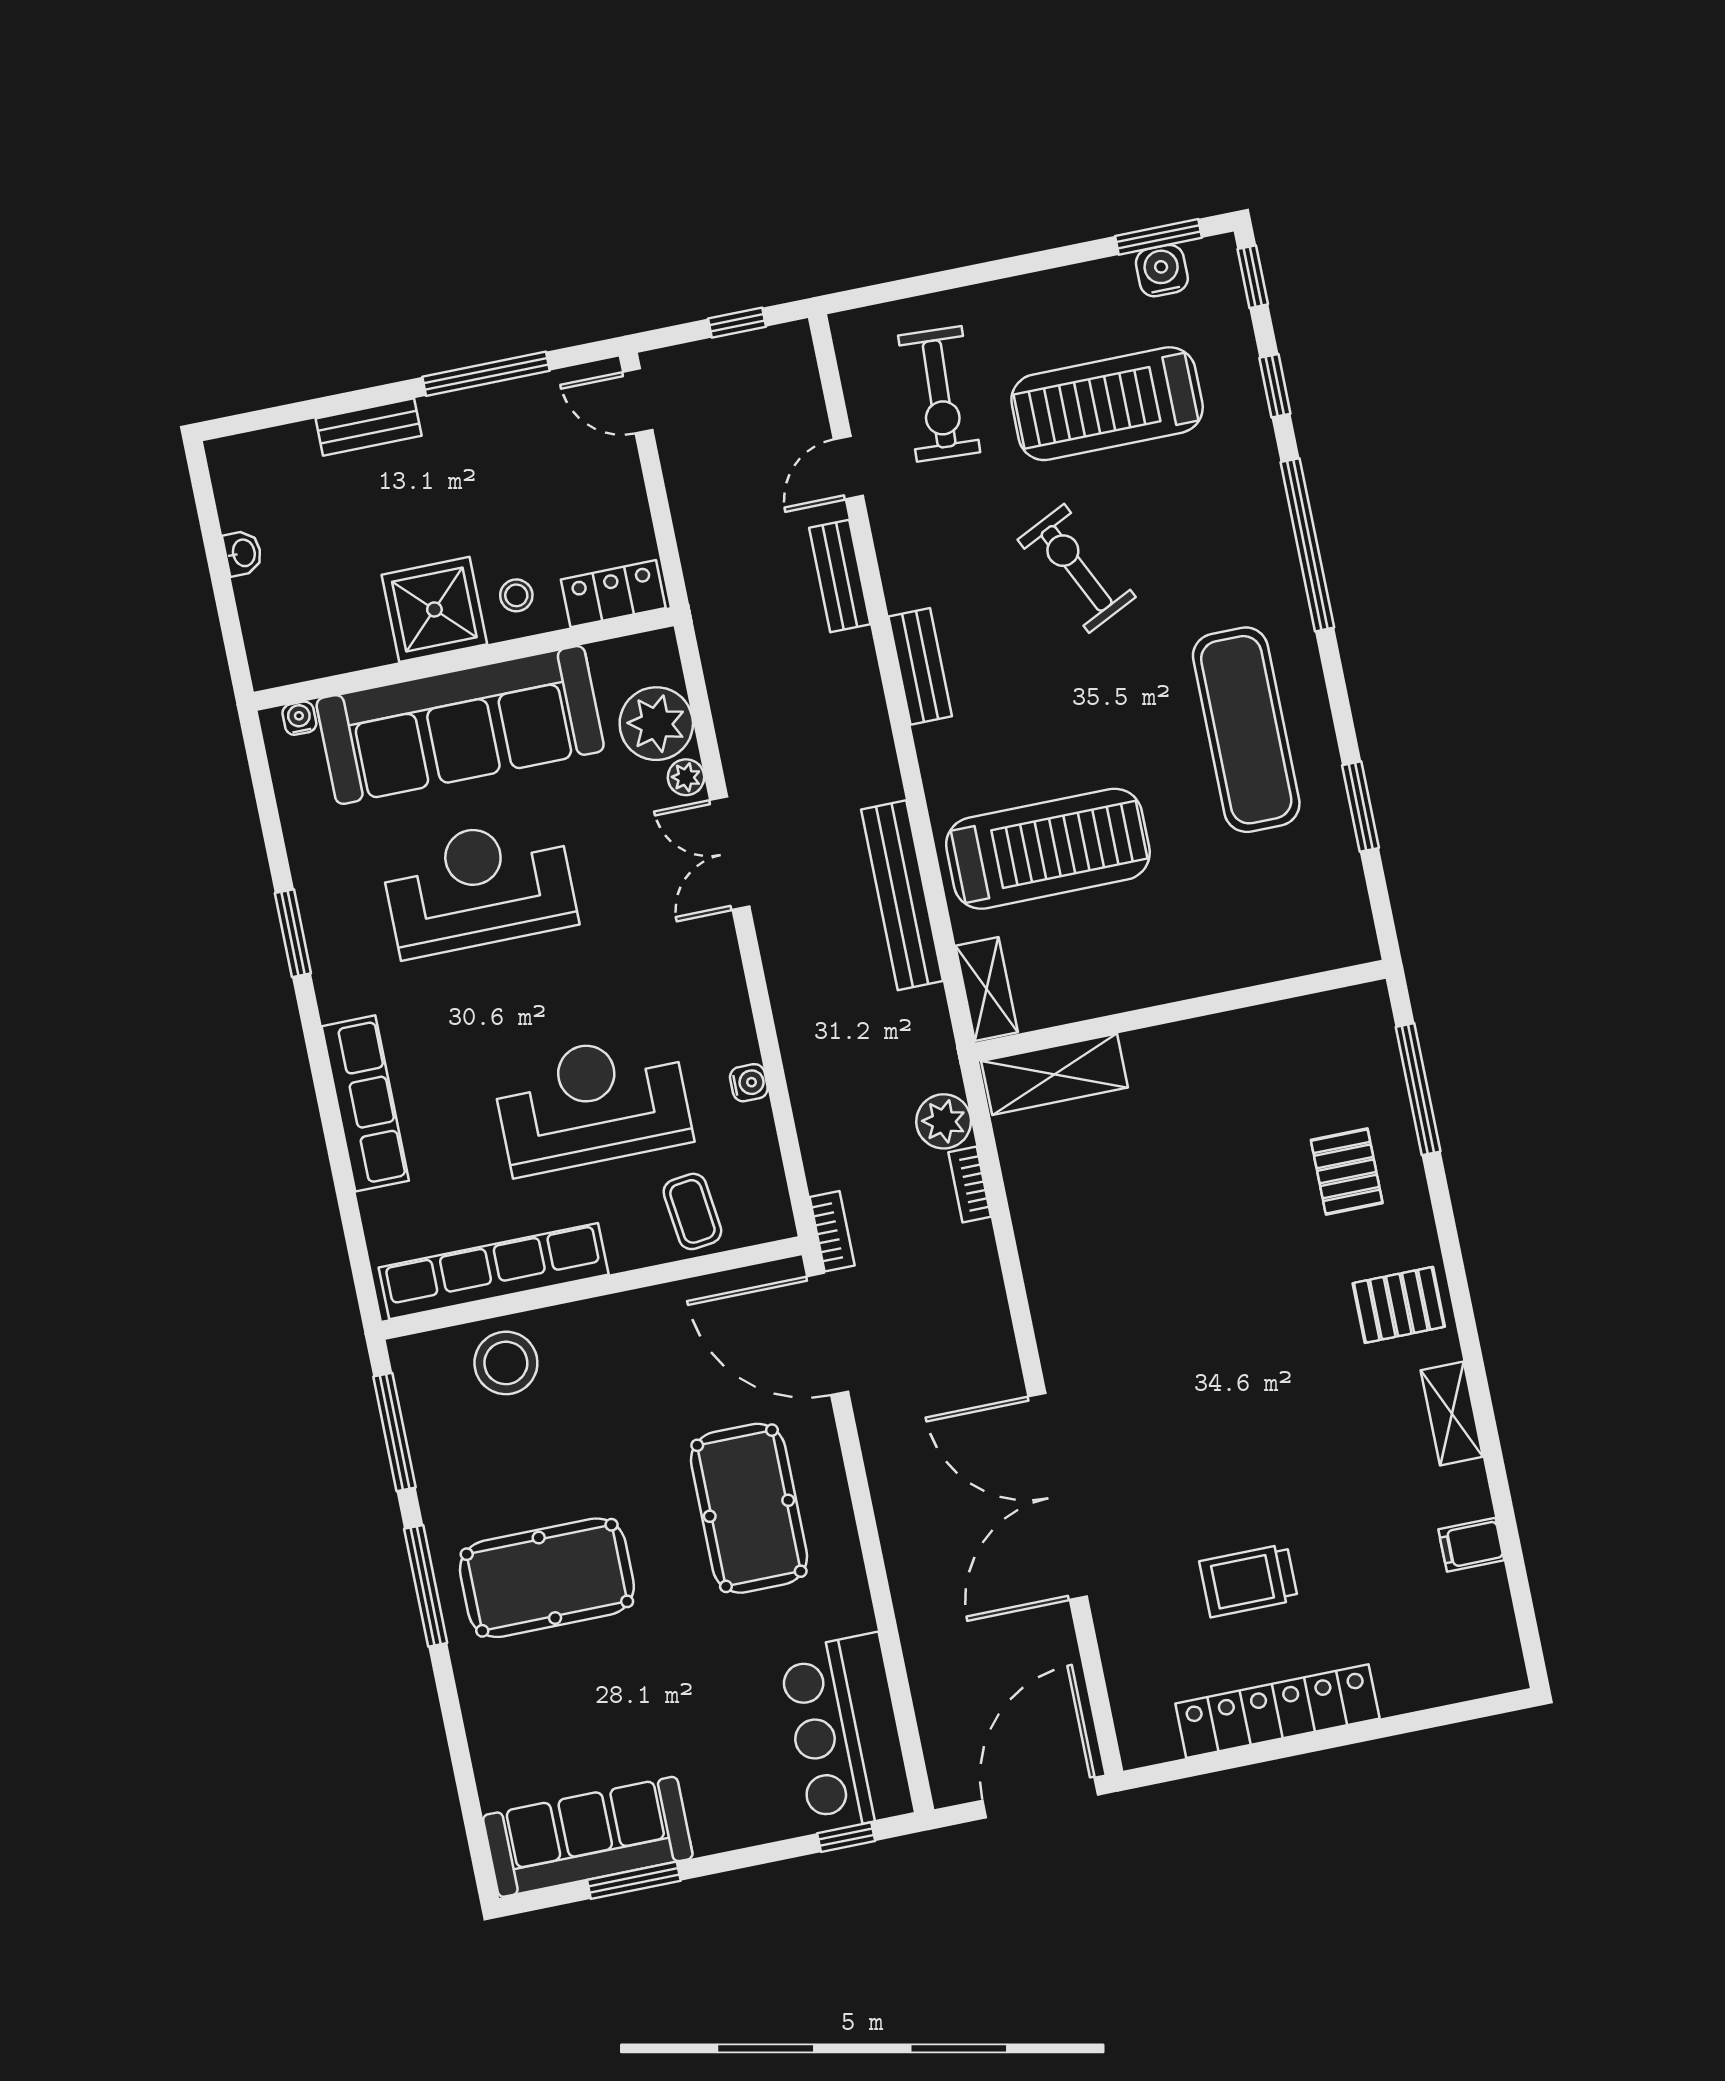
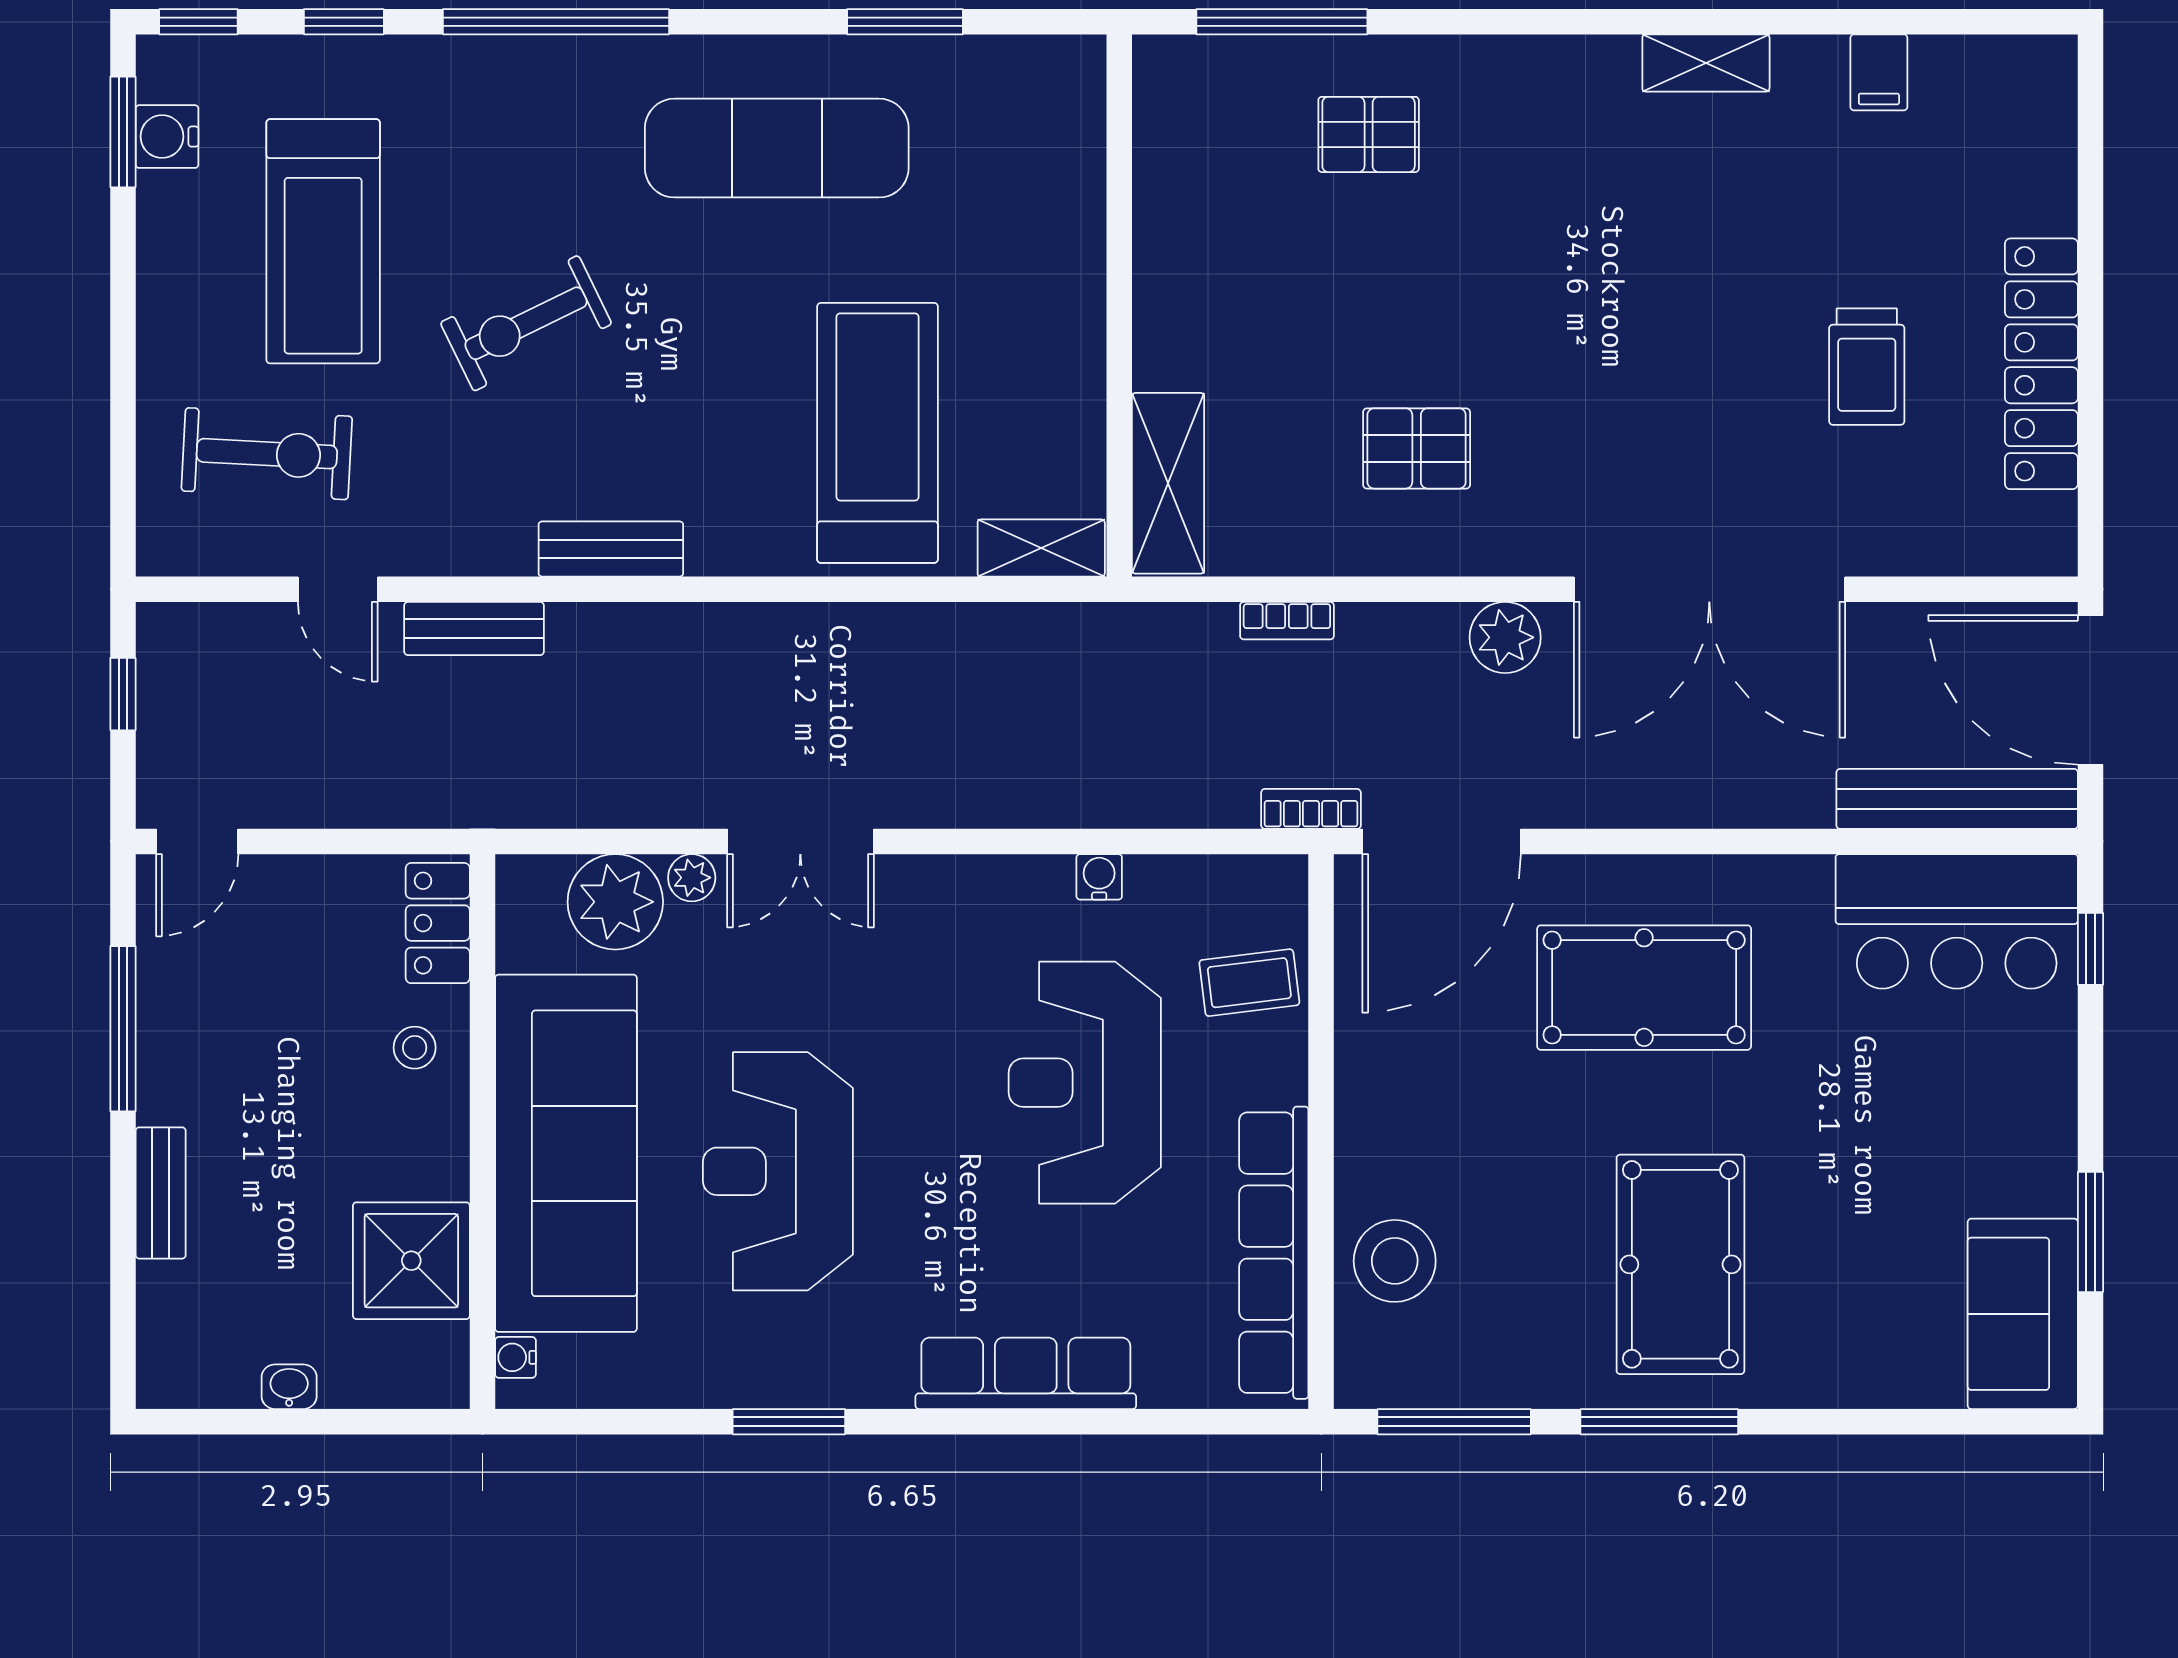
shower: (434, 609) -> (411, 1261), moved
bench: (902, 895) -> (1957, 799), moved
plant: (944, 1121) -> (1505, 637), moved
pallet: (1399, 1305) -> (1417, 448), moved, turned 90
sofa: (588, 1837) -> (2023, 1314), width x0.73

